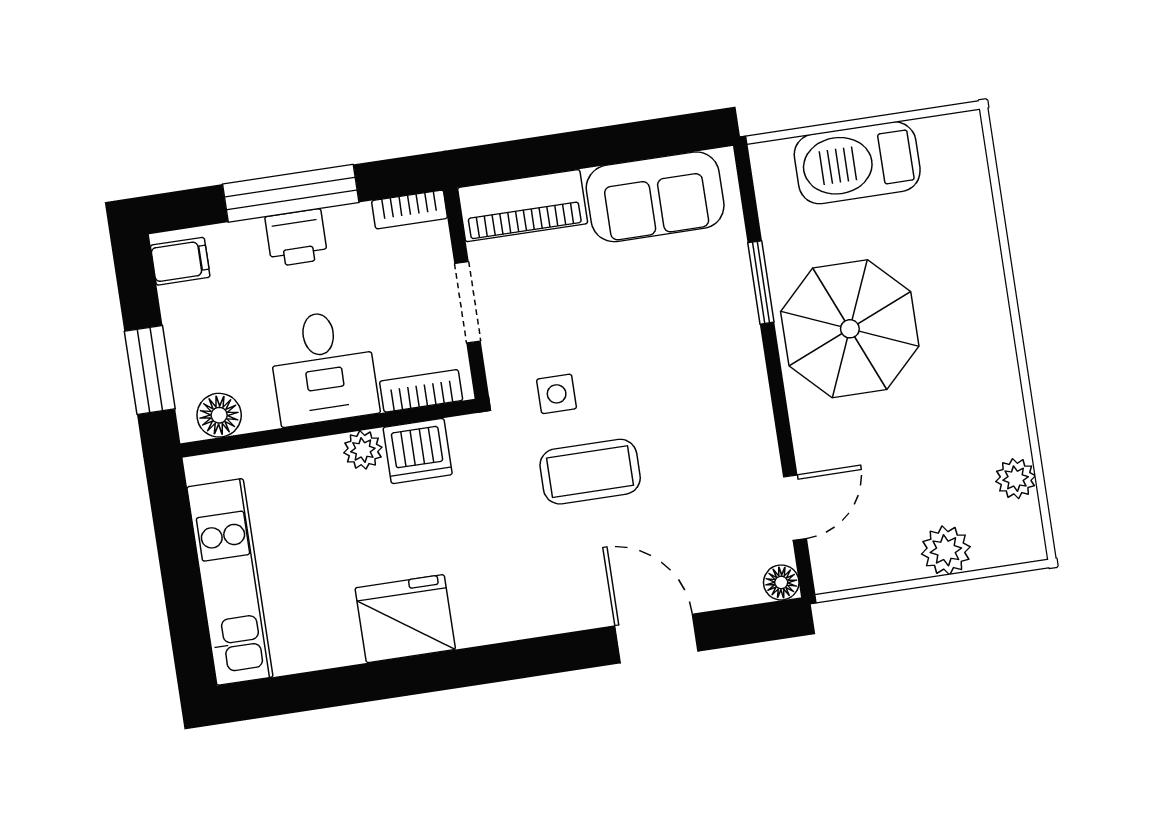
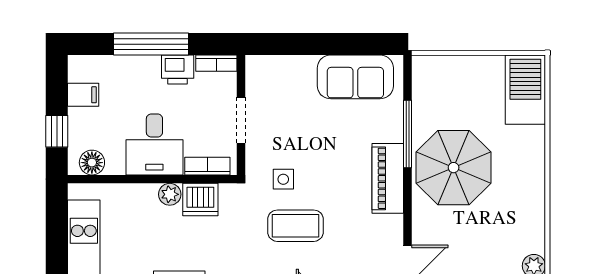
barbecue: (857, 163) -> (525, 90), moved, turned 90
piano: (523, 206) -> (388, 178), moved, turned 90
printer: (296, 238) -> (178, 70), moved
filing cabinet: (180, 261) -> (83, 95), moved
window: (761, 282) -> (408, 134), width x1.44
window: (150, 370) -> (57, 131), width x0.67

